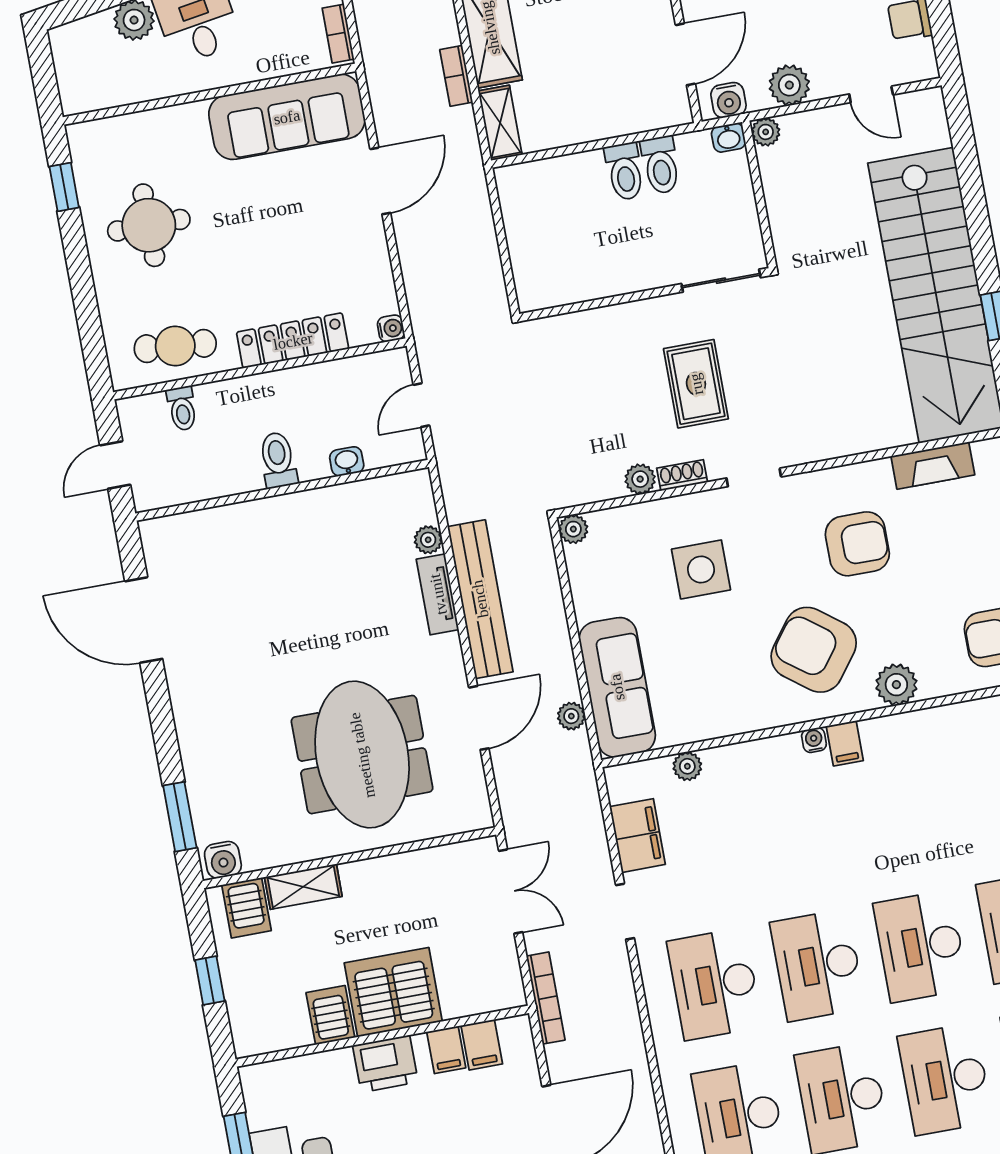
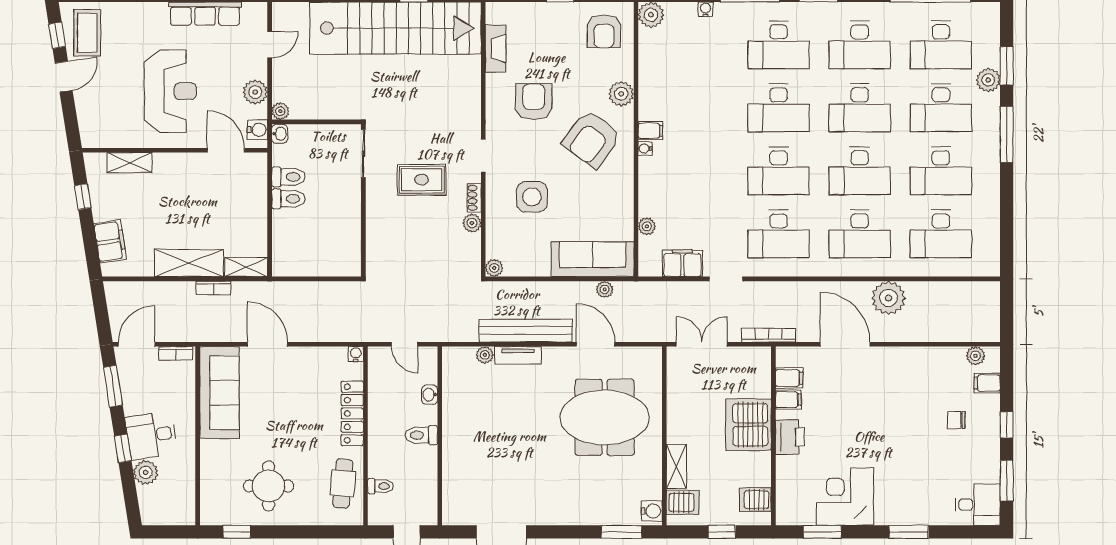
server rack: (330, 1015) -> (755, 500), moved

